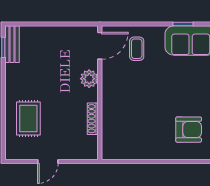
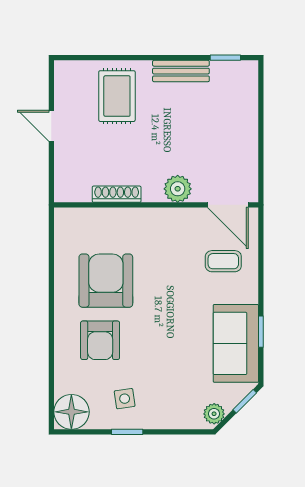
bench: (12, 44) -> (181, 71), moved
rug: (28, 118) -> (117, 96), turned 90
armchair: (149, 126) -> (106, 281), added

